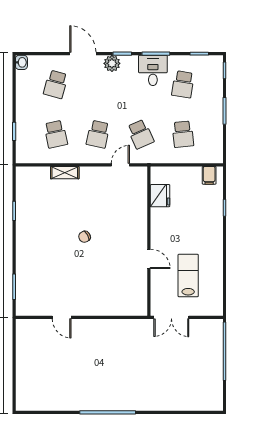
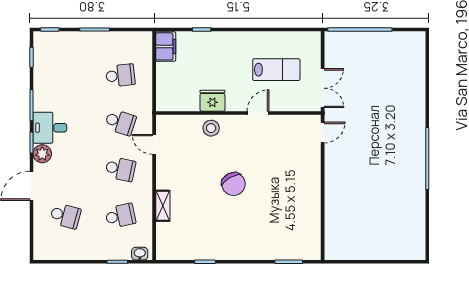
washbasin: (21, 62) -> (140, 254), moved
desk: (153, 70) -> (50, 128), moved
school desk: (183, 84) -> (65, 75), removed
school desk: (141, 134) -> (120, 122), turned 42
filing cabinet: (209, 175) -> (166, 46), width x2.00
fridge: (160, 196) -> (212, 101), moved
stool: (135, 216) -> (211, 128), added
chair: (85, 237) -> (234, 184), width x1.87, depth x1.87
lab bench: (188, 276) -> (276, 70), turned 180
door: (62, 317) -> (323, 133), moved

